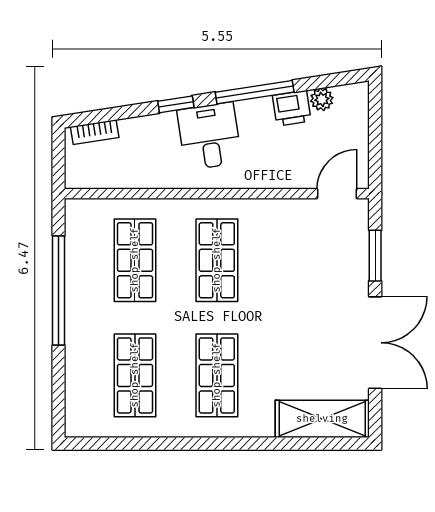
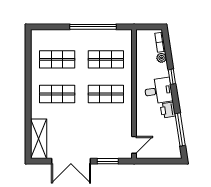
window: (255, 92) -> (180, 130), moved
plant: (322, 99) -> (162, 58), moved
printer: (292, 108) -> (168, 110), moved
door: (337, 194) -> (134, 145), hinge flipped

